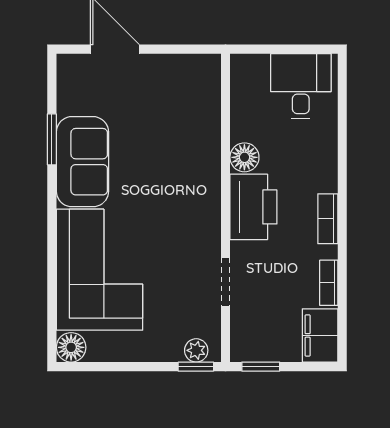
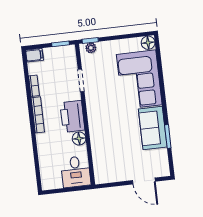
desk: (301, 86) -> (76, 172), moved
bookcase: (328, 219) -> (38, 115), width x1.56
filing cabinet: (320, 335) -> (34, 55), width x0.50

